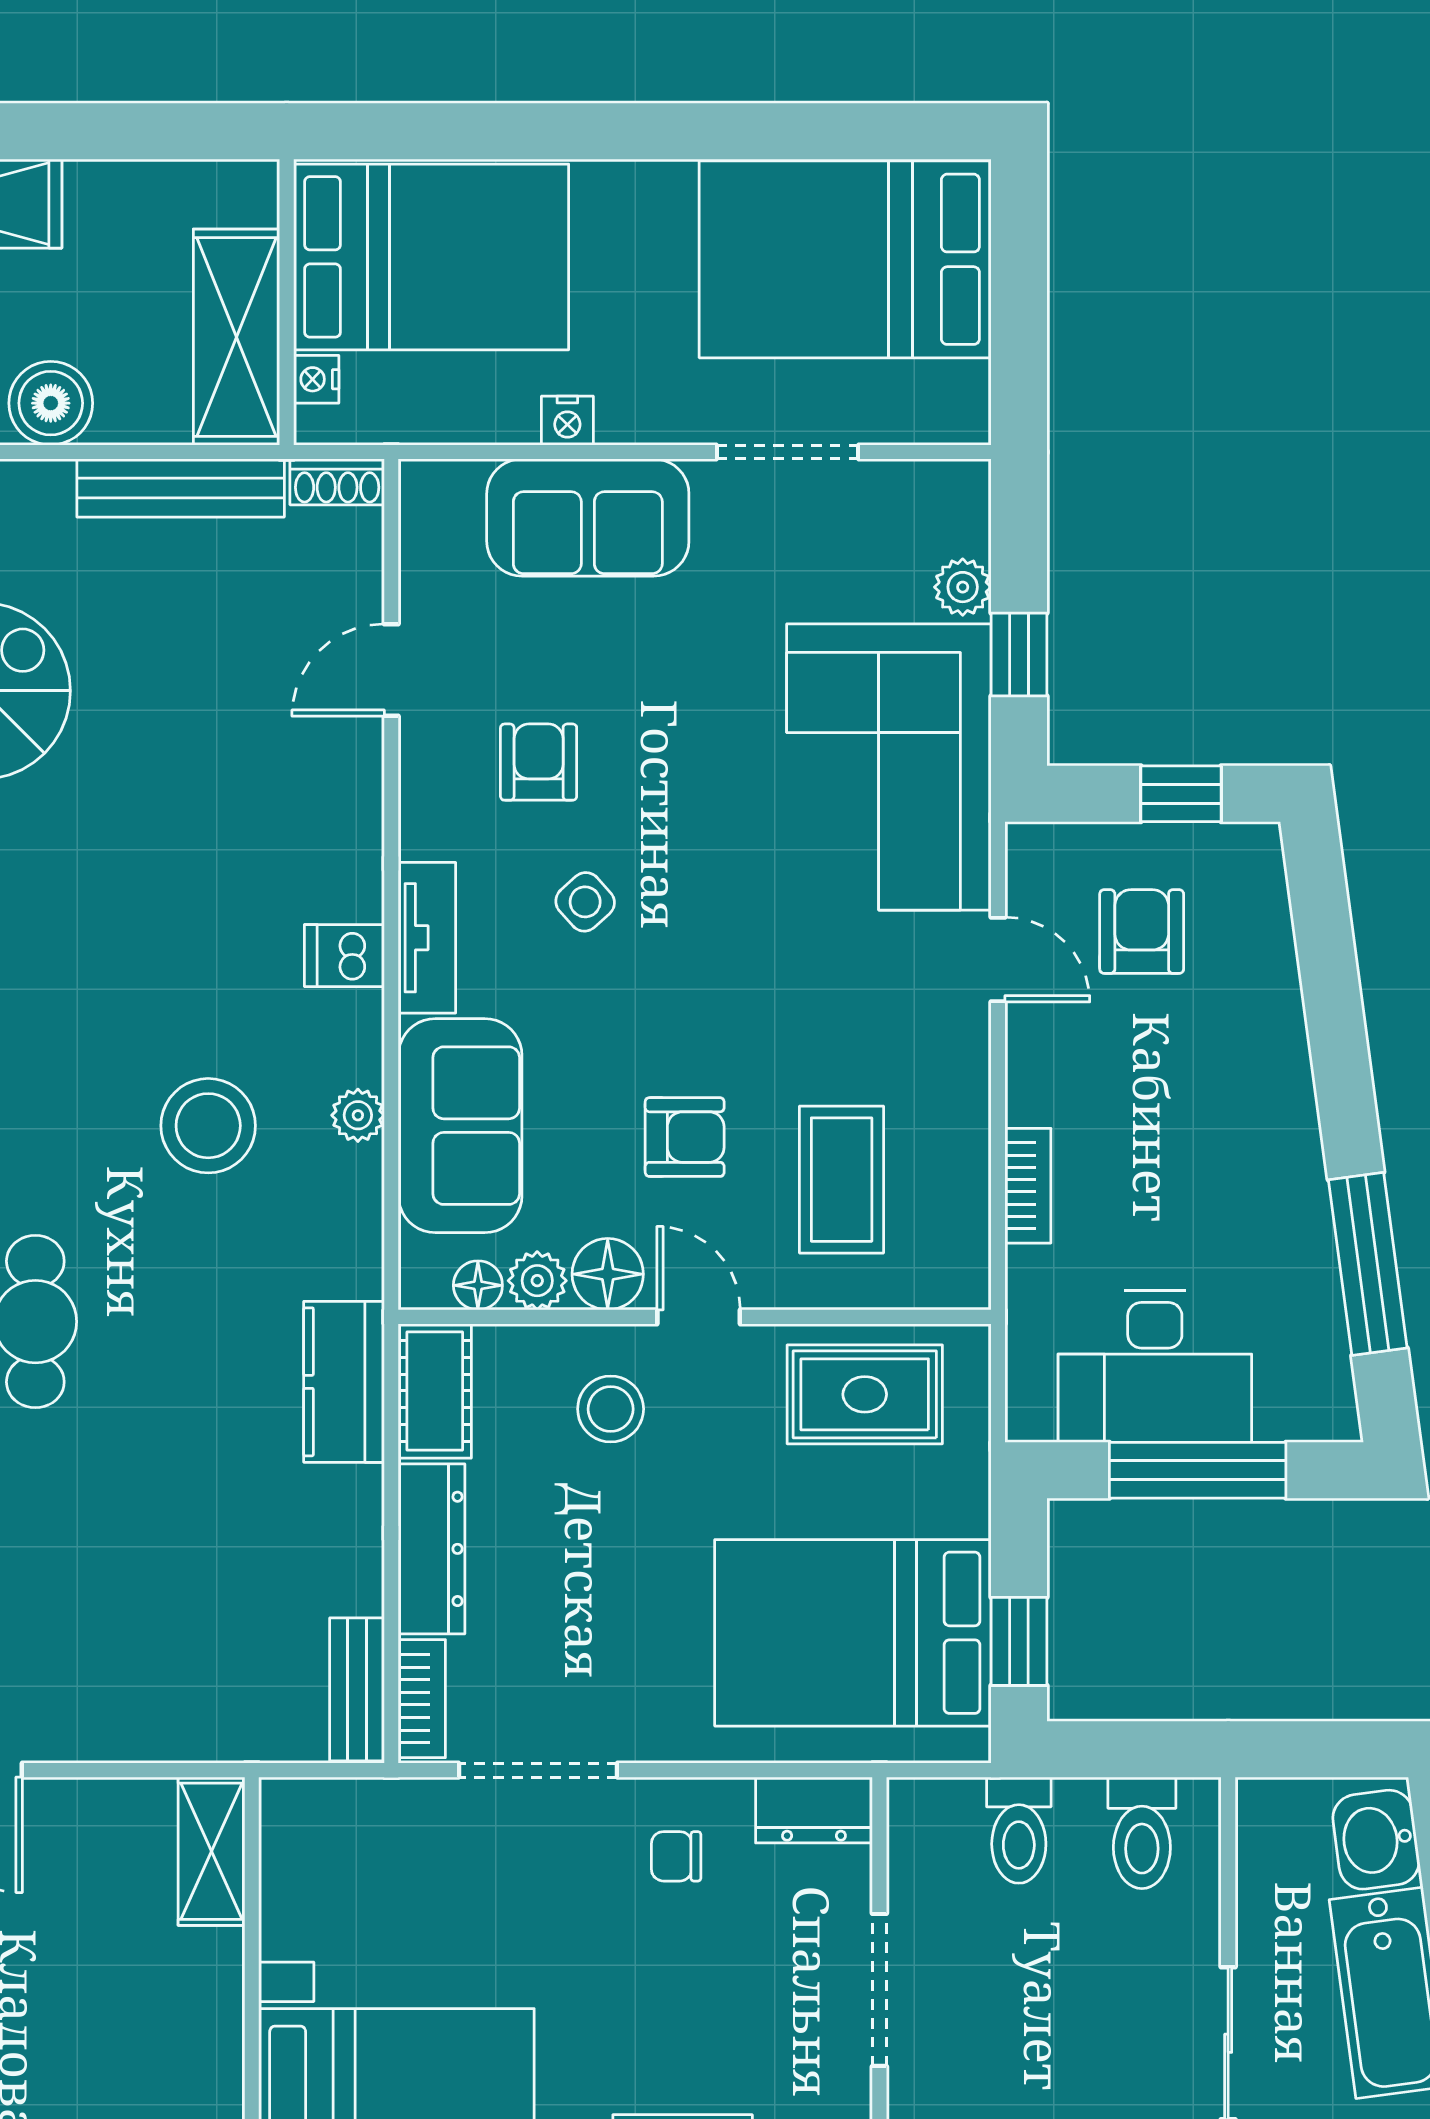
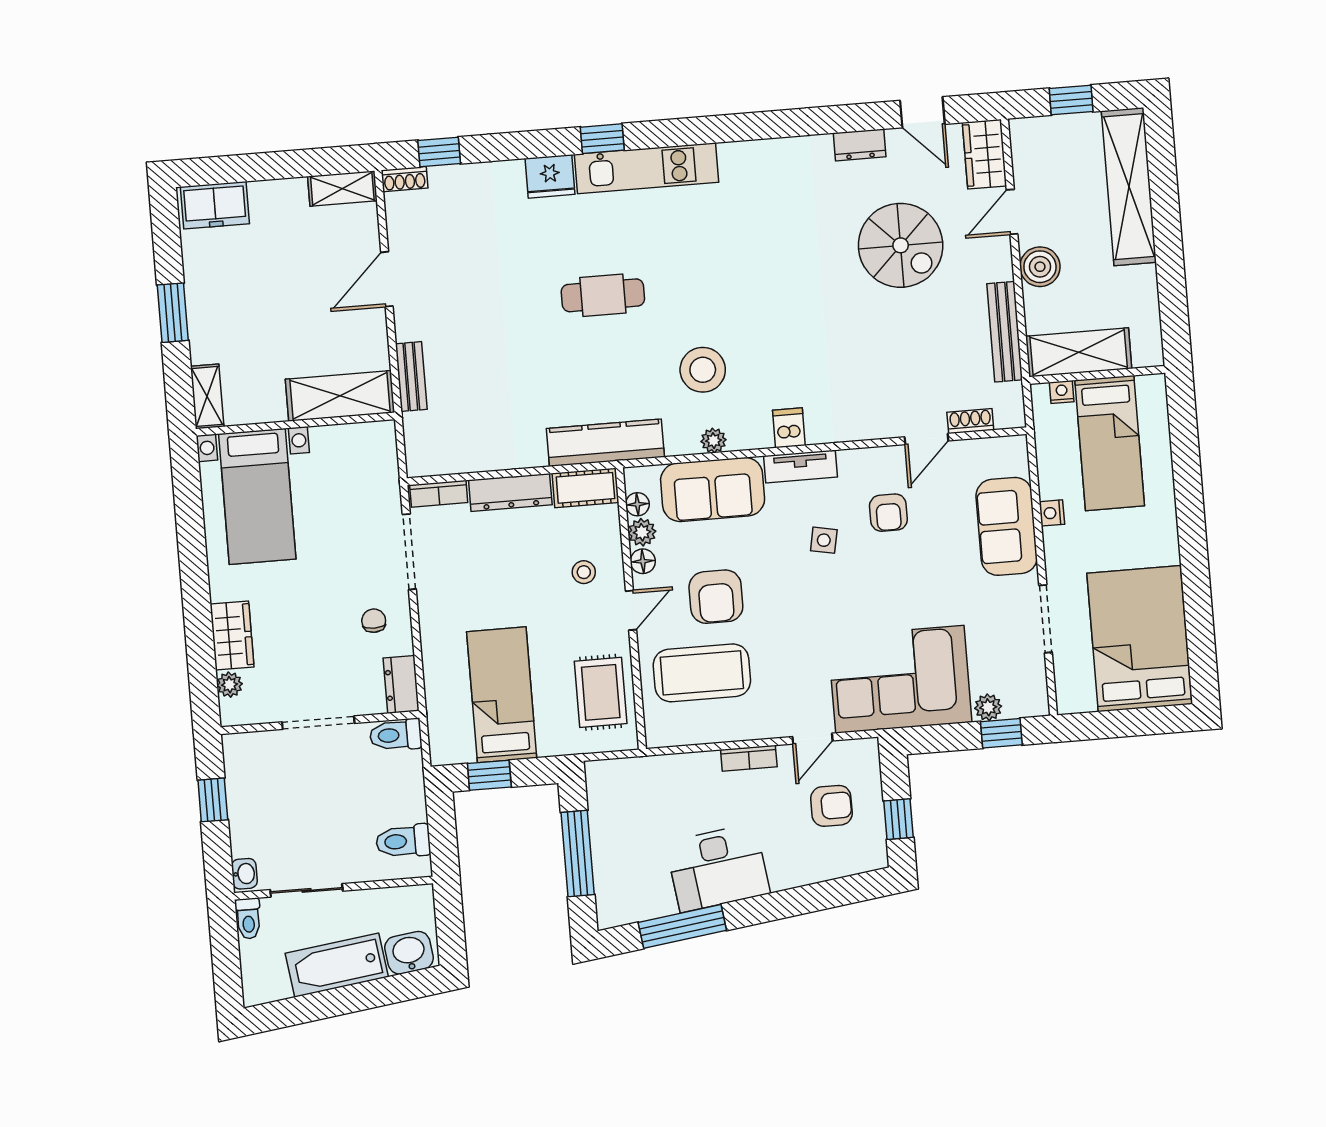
bed: (431, 257) -> (1110, 443), width x0.67
shoe rack: (337, 482) -> (970, 421), moved, turned 90
window: (1019, 655) -> (1001, 733), moved
door: (391, 670) -> (926, 439), swing flipped
armchair: (539, 762) -> (888, 513), turned 90
side table: (585, 902) -> (824, 540), turned -37
armchair: (685, 1137) -> (716, 597), width x1.38, depth x1.38
coffee table: (842, 1180) -> (702, 673), width x1.36, depth x1.32
bookcase: (1028, 1186) -> (749, 758), moved
floor lamp: (608, 1274) -> (643, 561), width x0.73, depth x0.73
desk: (1155, 1366) -> (718, 868), moved, turned -98
kitchen counter: (344, 1382) -> (605, 443), width x1.50
stool: (611, 1409) -> (584, 572), width x0.73, depth x0.73
bed: (853, 1633) -> (502, 695), width x0.67
bench: (357, 1689) -> (411, 377), moved, turned 90
toilet: (1019, 1830) -> (396, 735), moved
shelving: (211, 1851) -> (340, 396), width x1.50, depth x1.33

